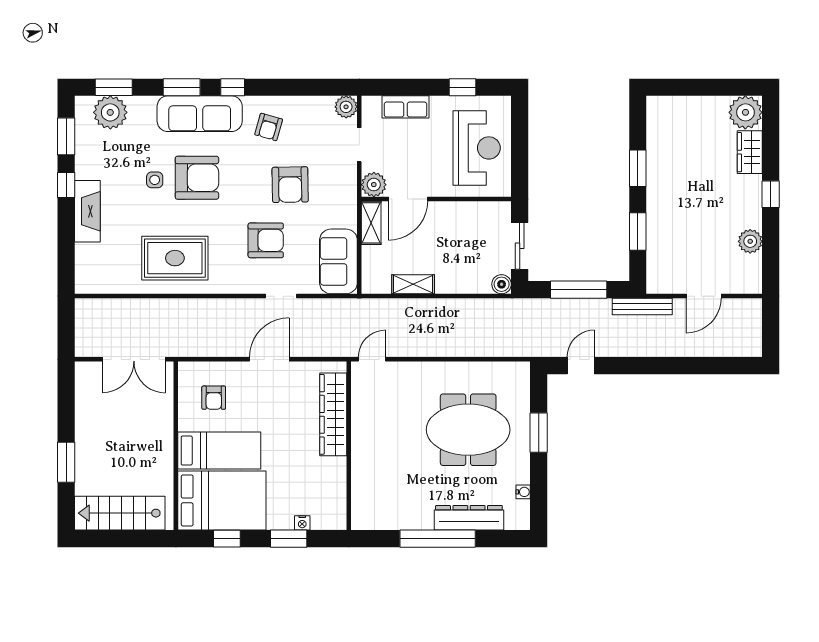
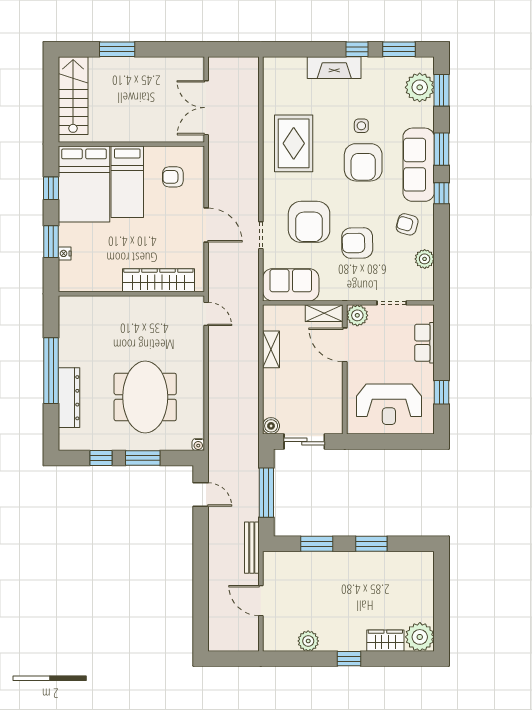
plant: (346, 107) -> (425, 259), moved
armchair: (266, 240) -> (309, 222), width x1.36, depth x1.36
window: (539, 481) -> (101, 458), added
water cooler: (523, 492) -> (198, 445), moved

